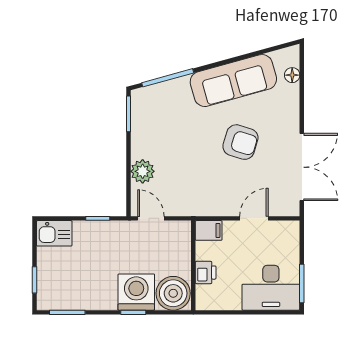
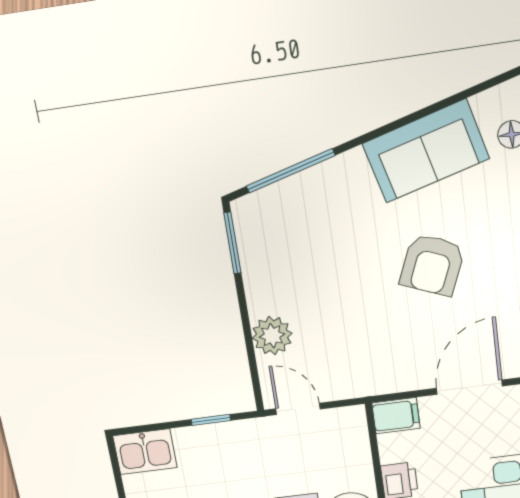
sofa: (233, 81) -> (426, 151), width x0.73
armchair: (240, 142) -> (432, 265), turned 95
door: (254, 218) -> (469, 387), width x1.38

